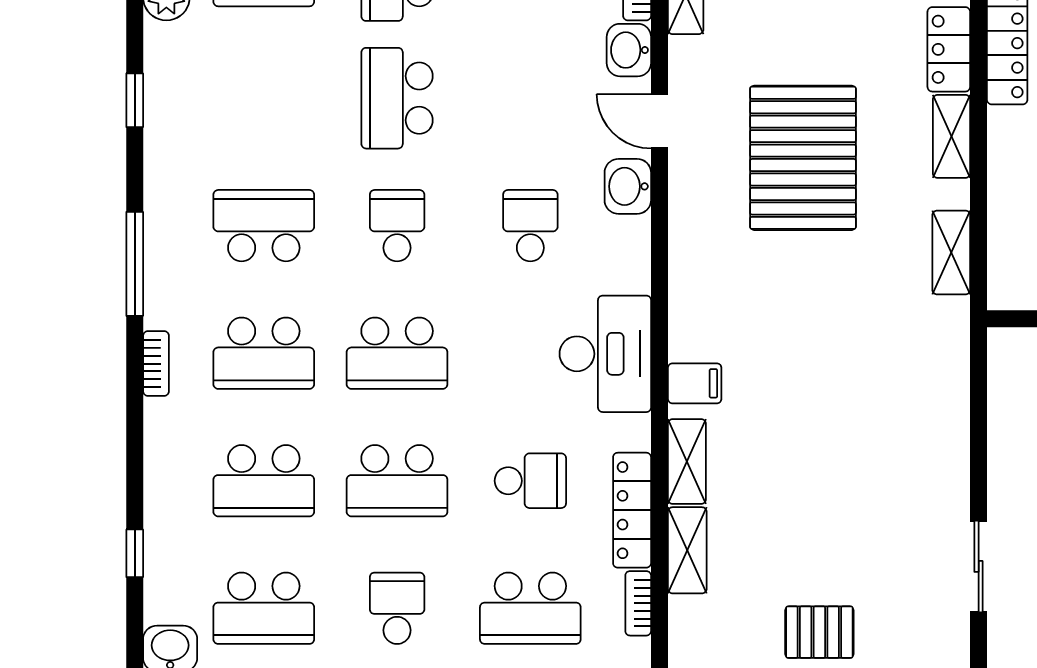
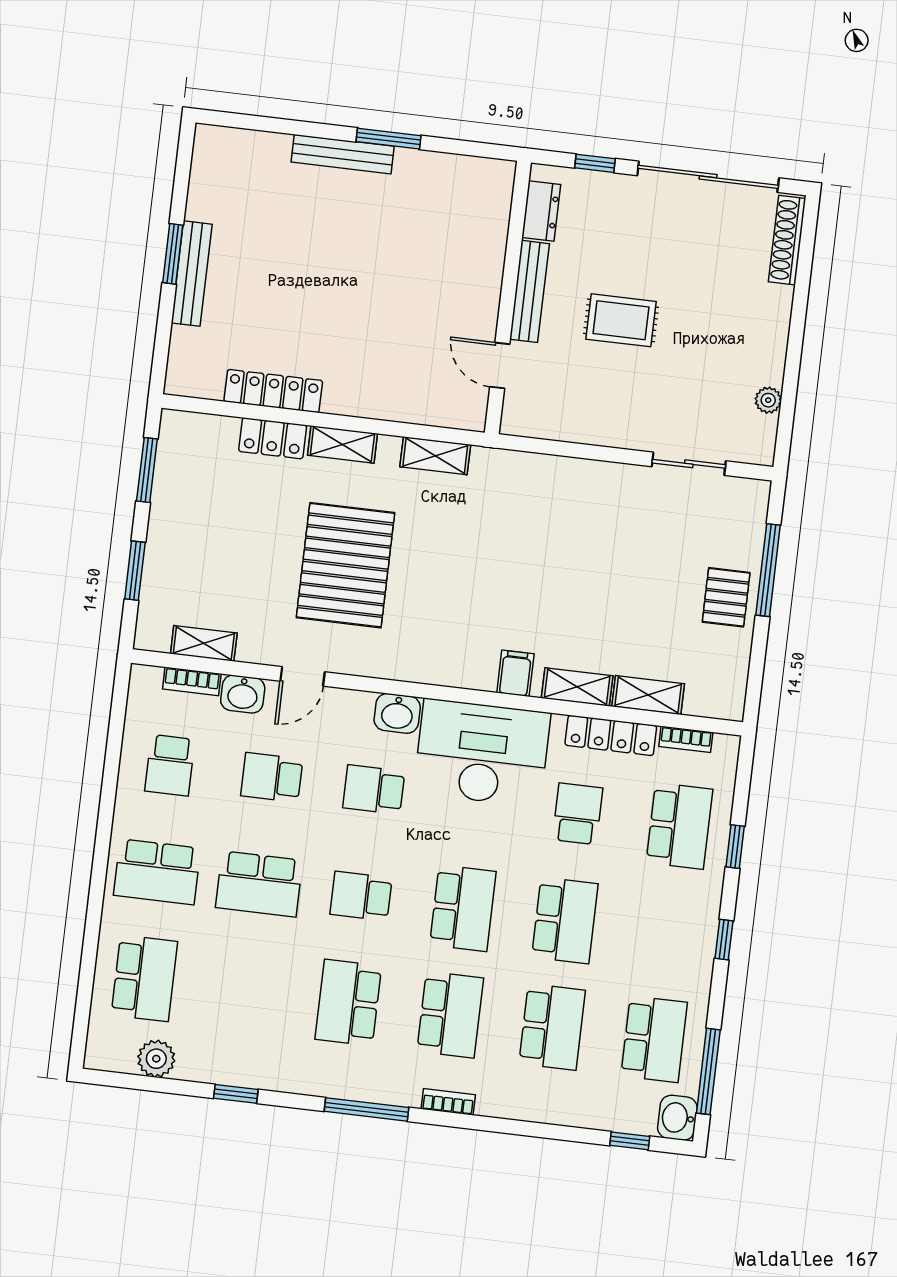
pallet: (803, 158) -> (345, 565), turned 90
washbasin: (628, 186) -> (397, 713), moved
desk: (605, 354) -> (482, 753), width x1.36, depth x1.30
window: (135, 553) -> (630, 1141), moved
school desk: (397, 608) -> (272, 777), moved

